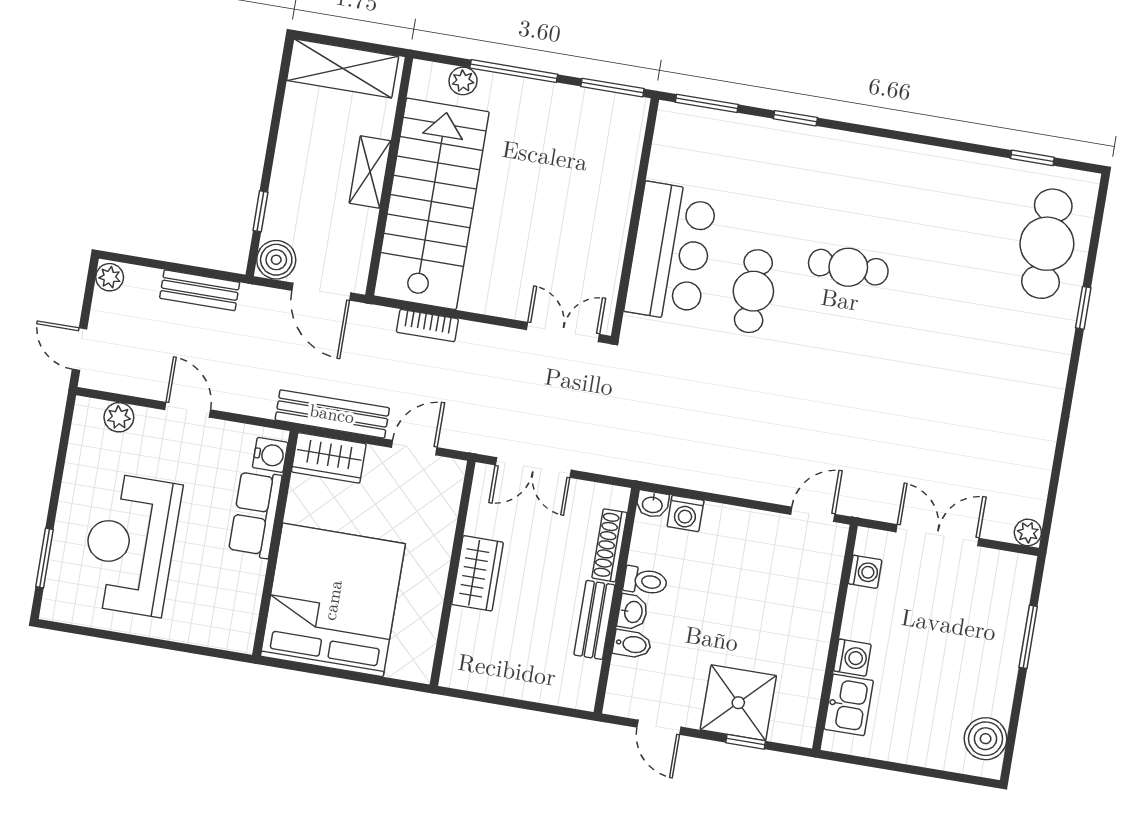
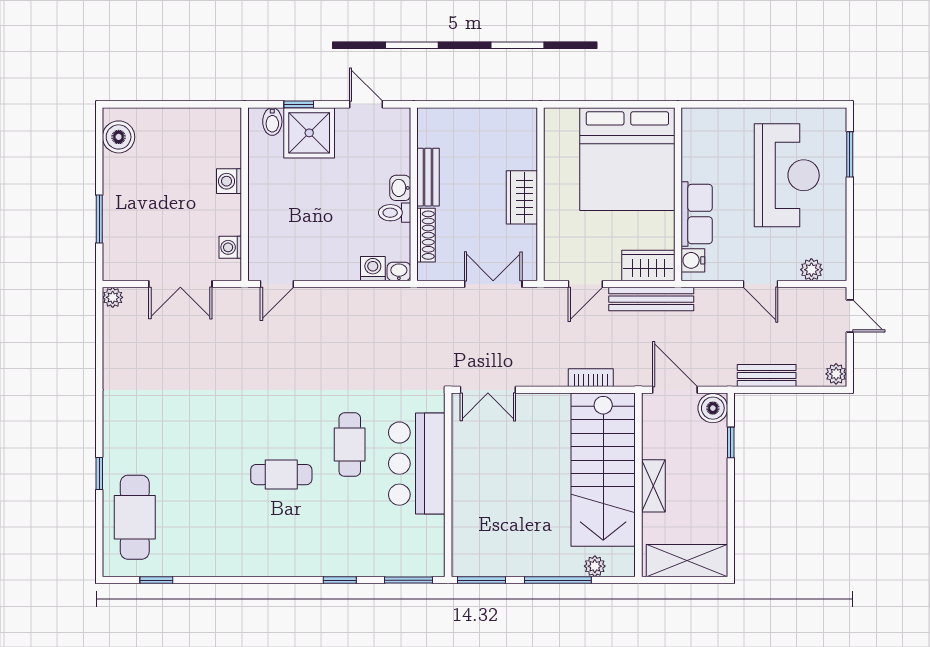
bidet: (632, 644) -> (272, 122), moved, turned -90
kitchen sink: (849, 705) -> (226, 145), removed

